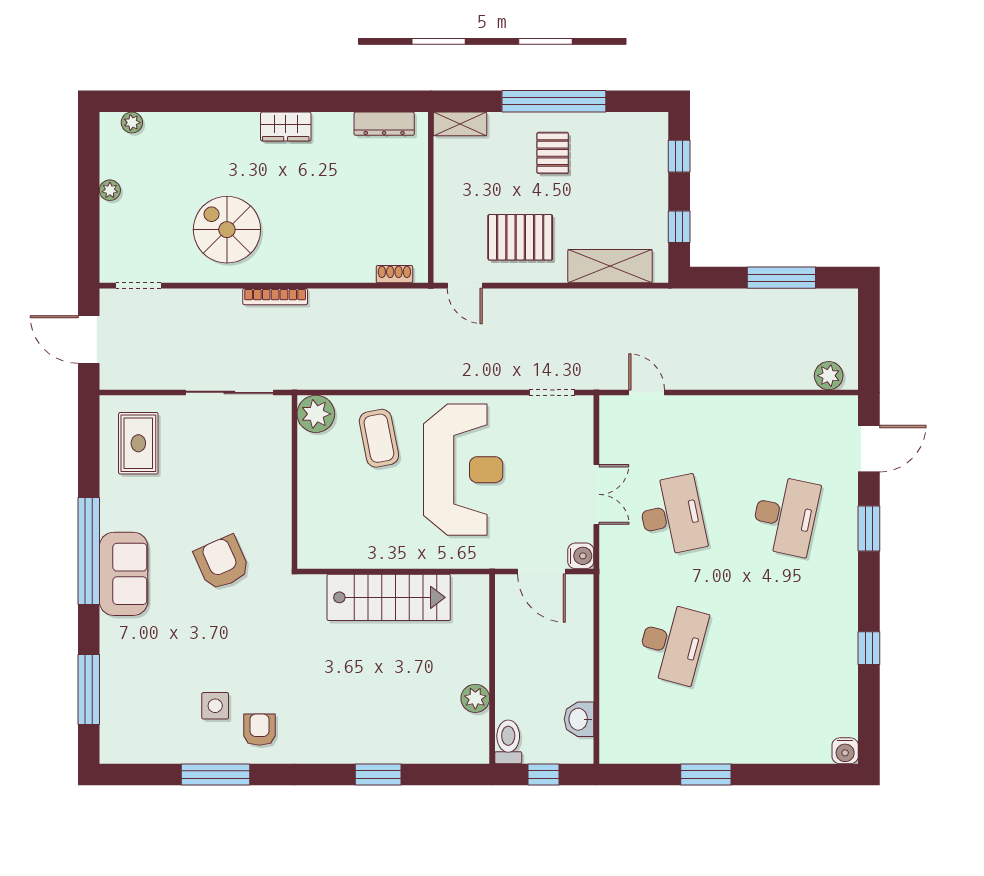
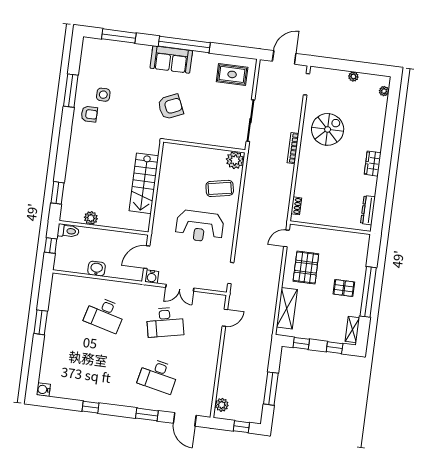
shelving: (460, 124) -> (352, 330), moved
window: (869, 329) -> (241, 427), added
reception desk: (463, 470) -> (200, 226), width x0.74, depth x0.77
washbasin: (579, 719) -> (97, 269), moved
window: (378, 775) -> (58, 193), moved

